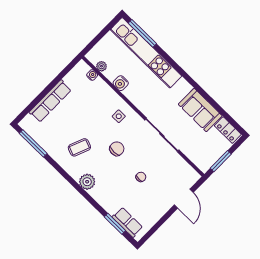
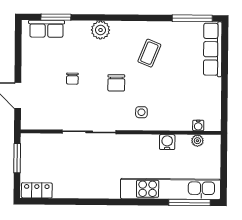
row of seats: (50, 101) -> (213, 49), moved
sofa: (200, 110) -> (77, 185), removed
plant: (87, 182) -> (101, 30), moved

